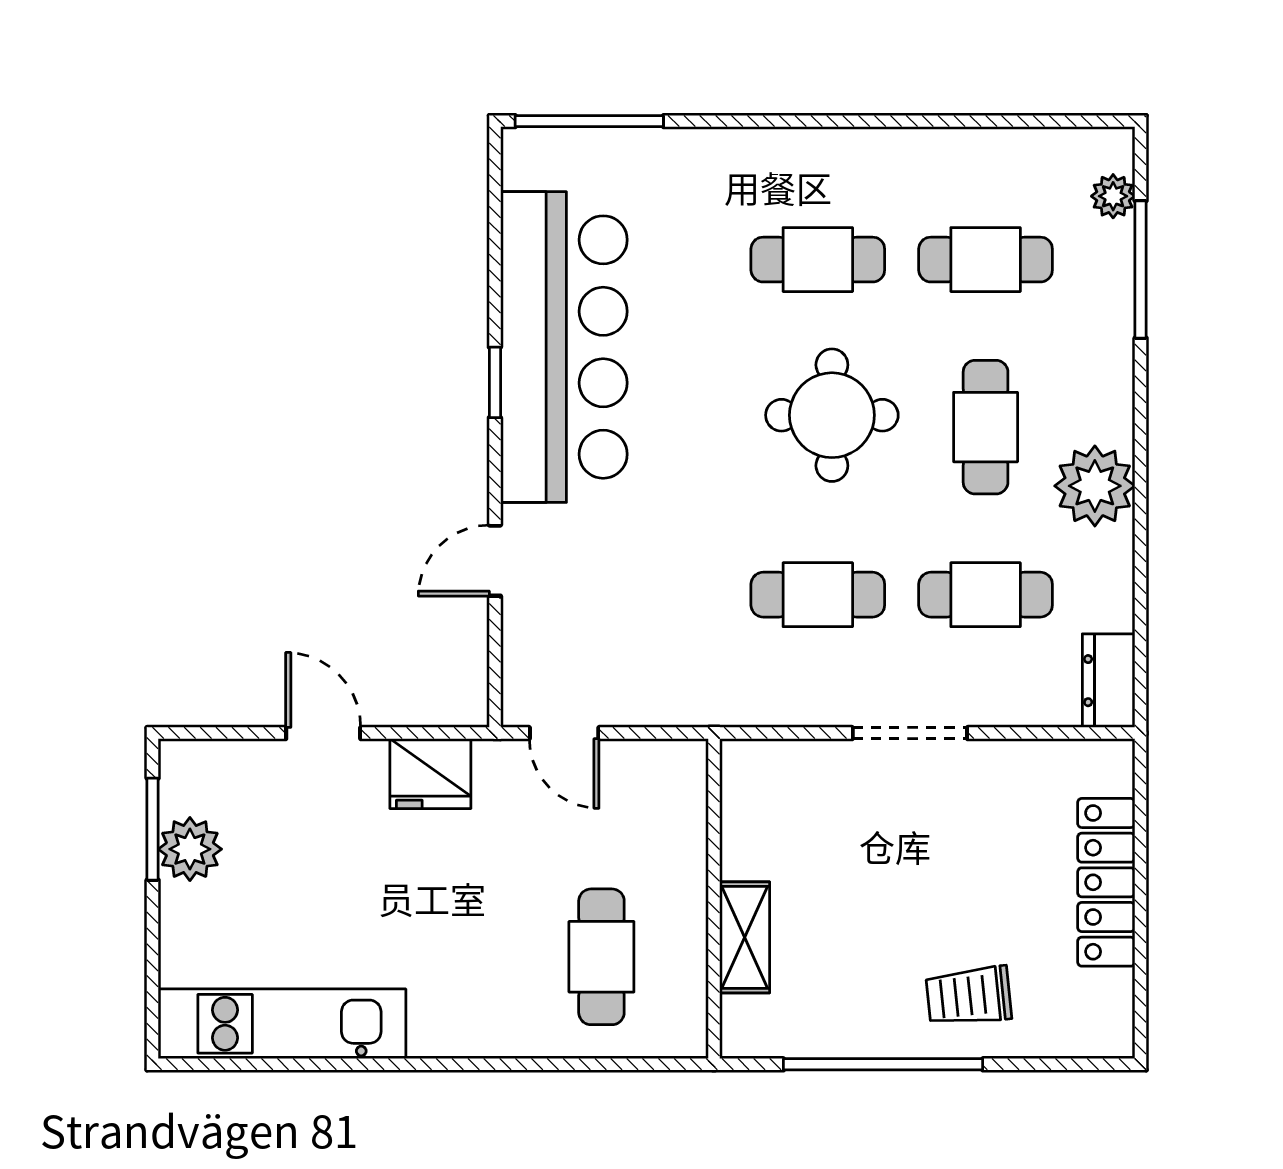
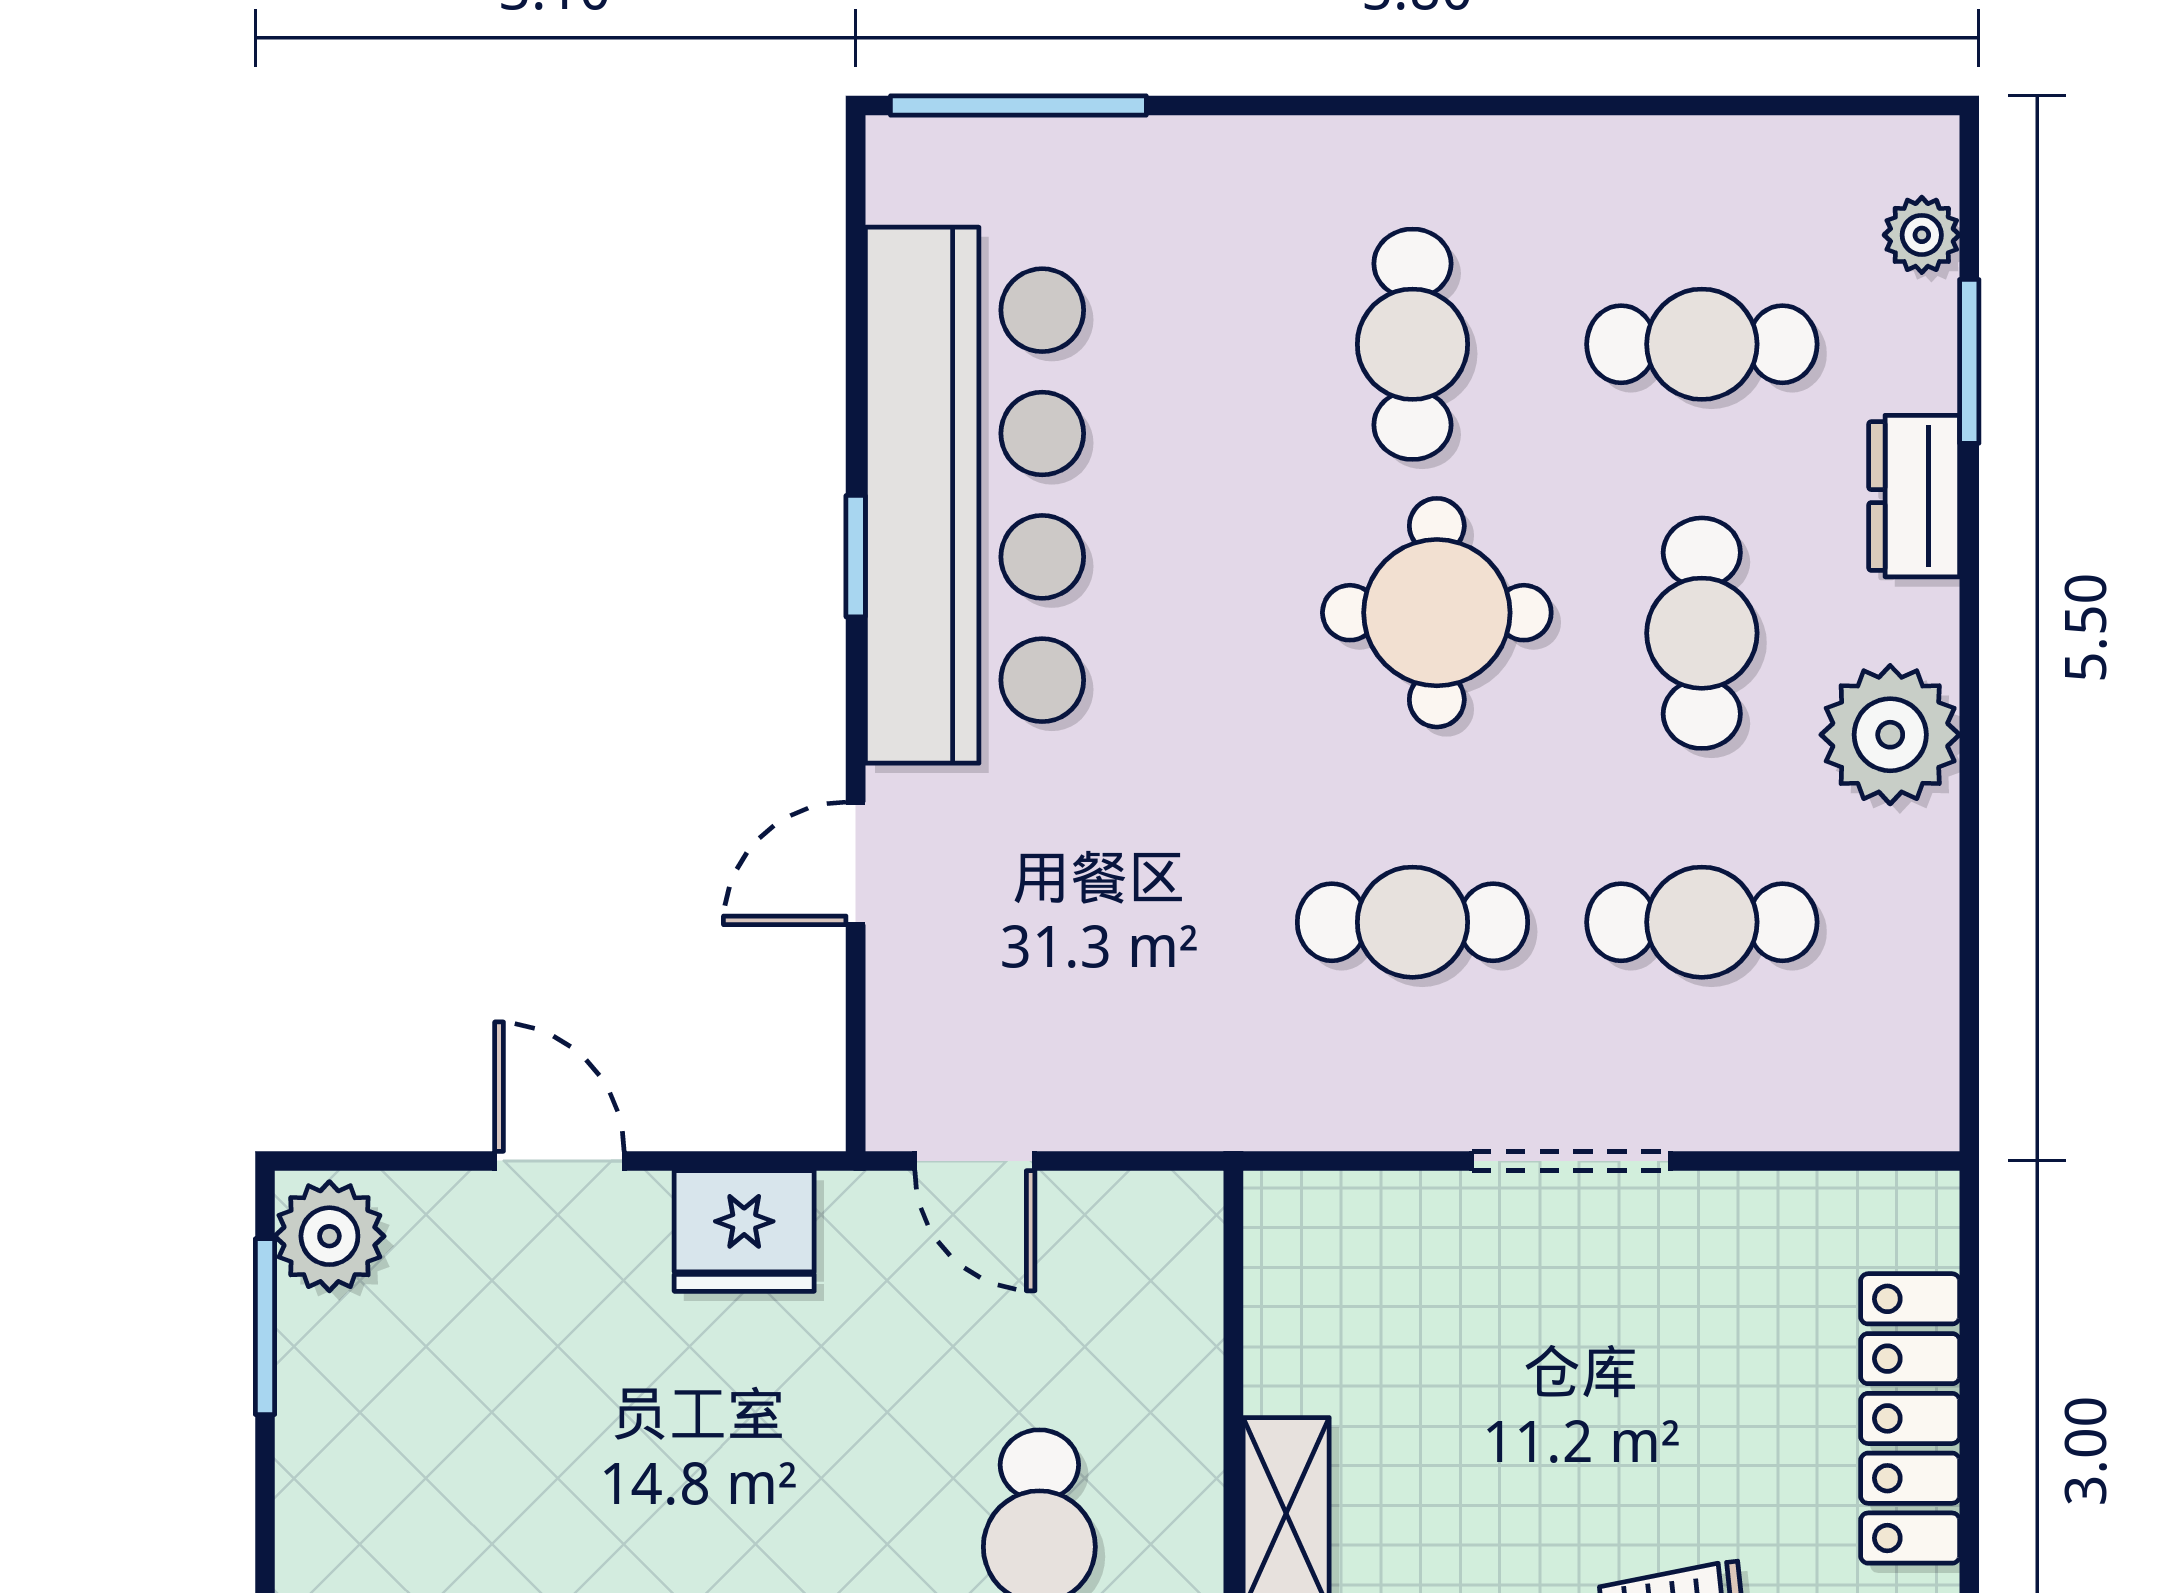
cafe table: (818, 260) -> (1412, 344), turned 90
window: (1141, 269) -> (1969, 361), width x0.69
dresser: (1109, 681) -> (1914, 496), moved
plant: (190, 849) -> (329, 1236), moved

